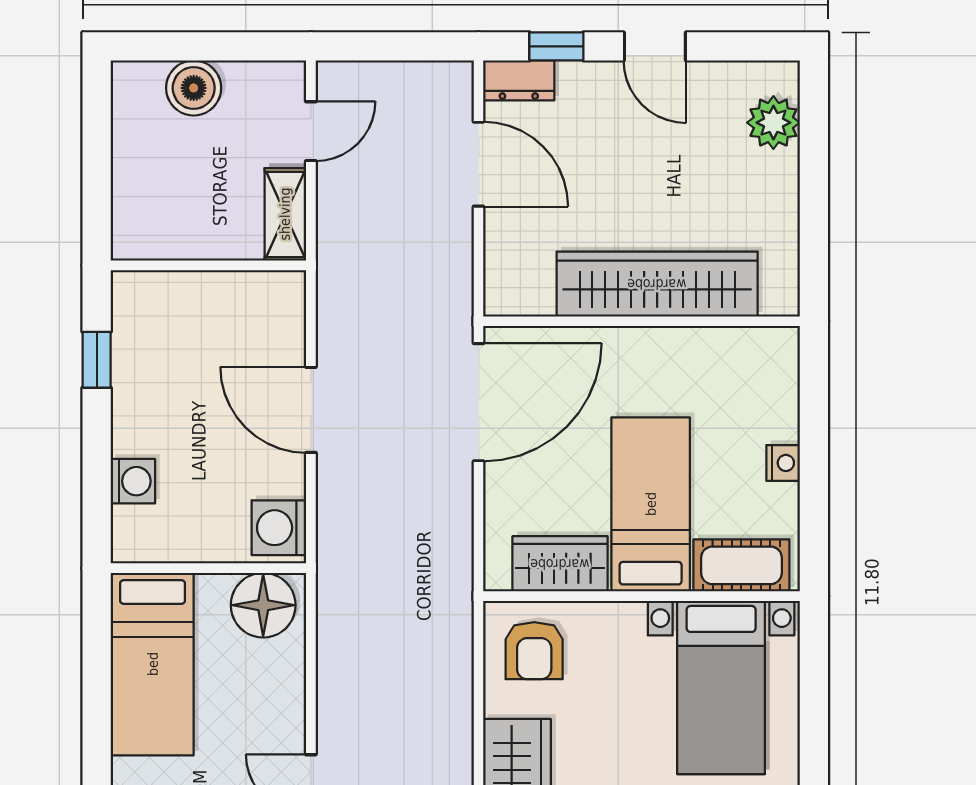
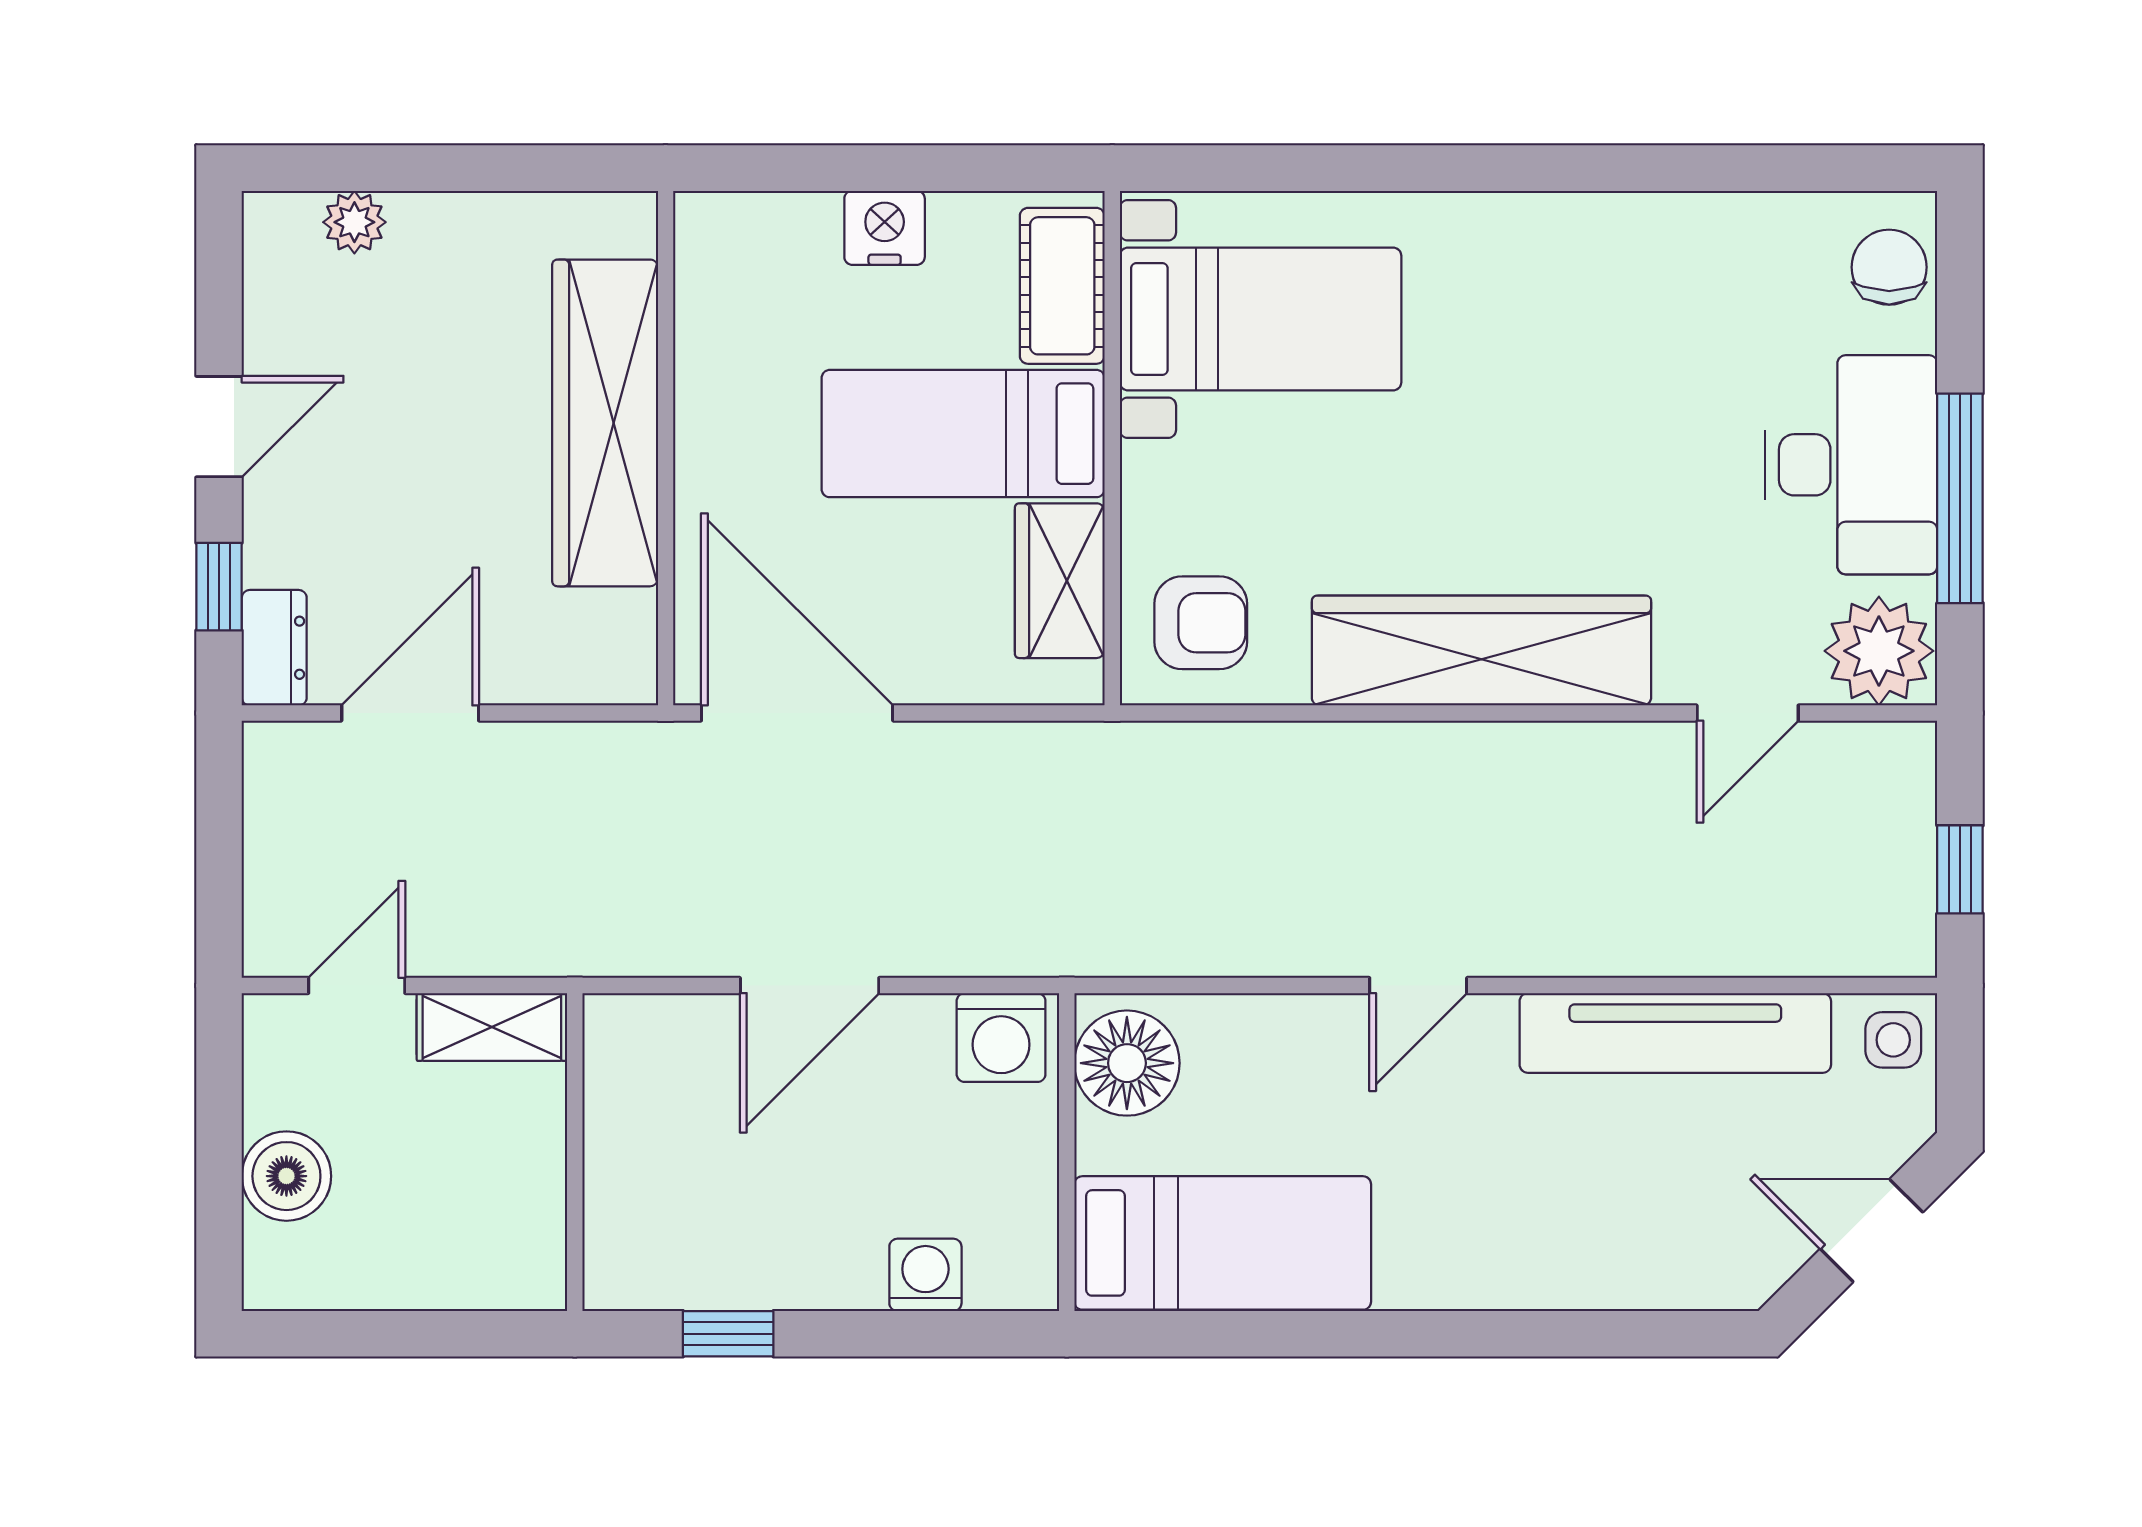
plant: (773, 123) -> (354, 222), width x0.73, depth x0.73
door: (311, 131) -> (357, 986), hinge flipped
nightstand: (783, 463) -> (885, 228), width x1.39, depth x1.35

